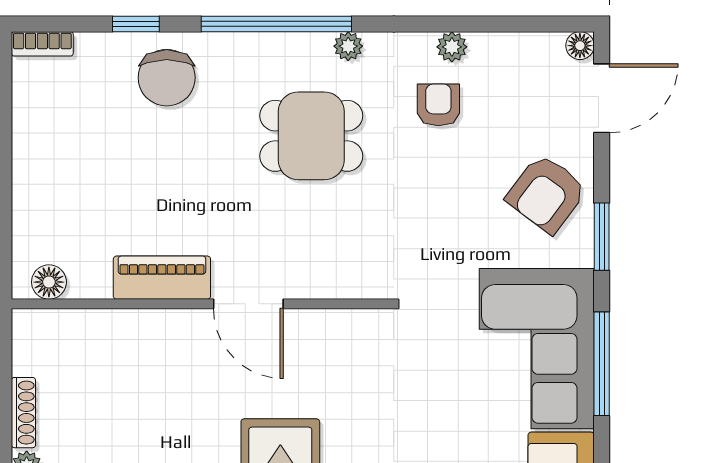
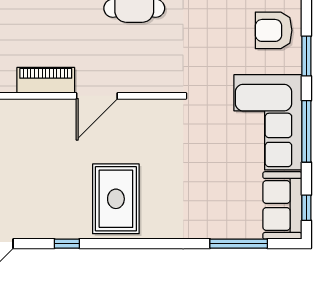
armchair: (546, 194) -> (274, 30), turned 53
door: (248, 304) -> (97, 96), hinge flipped

